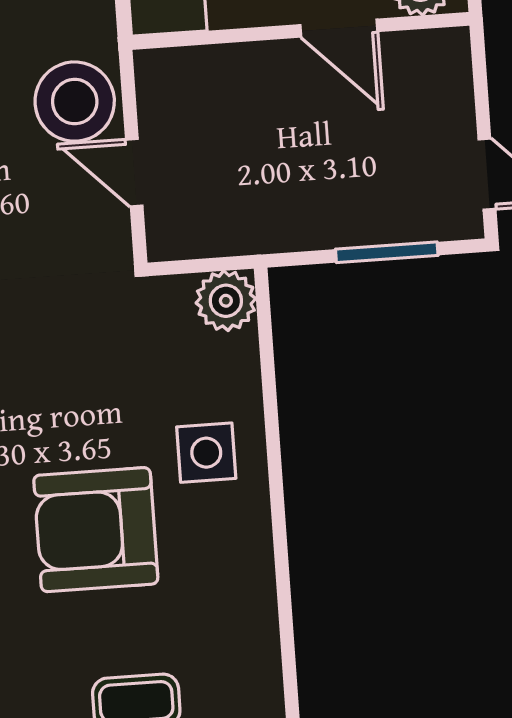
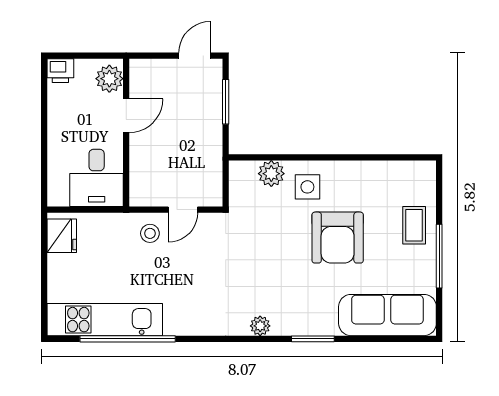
stool: (75, 102) -> (150, 233), width x0.53, depth x0.53
plant: (226, 301) -> (271, 174), moved

